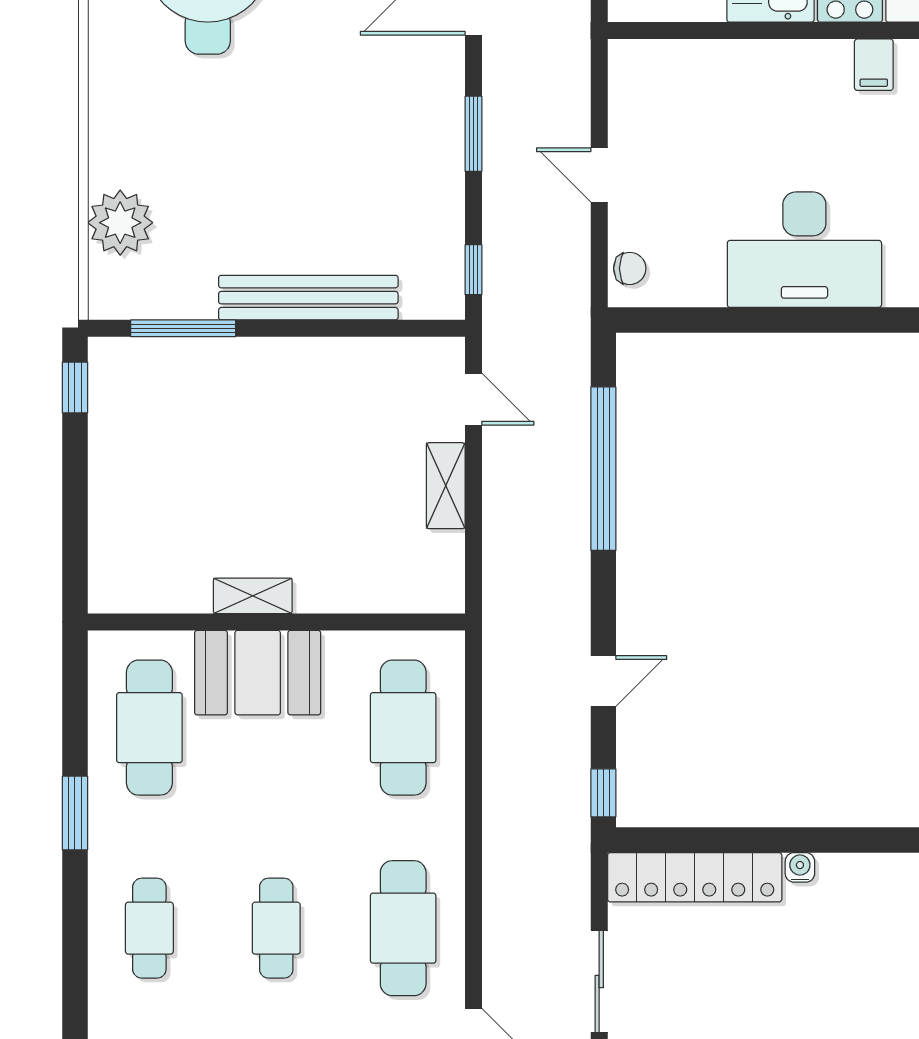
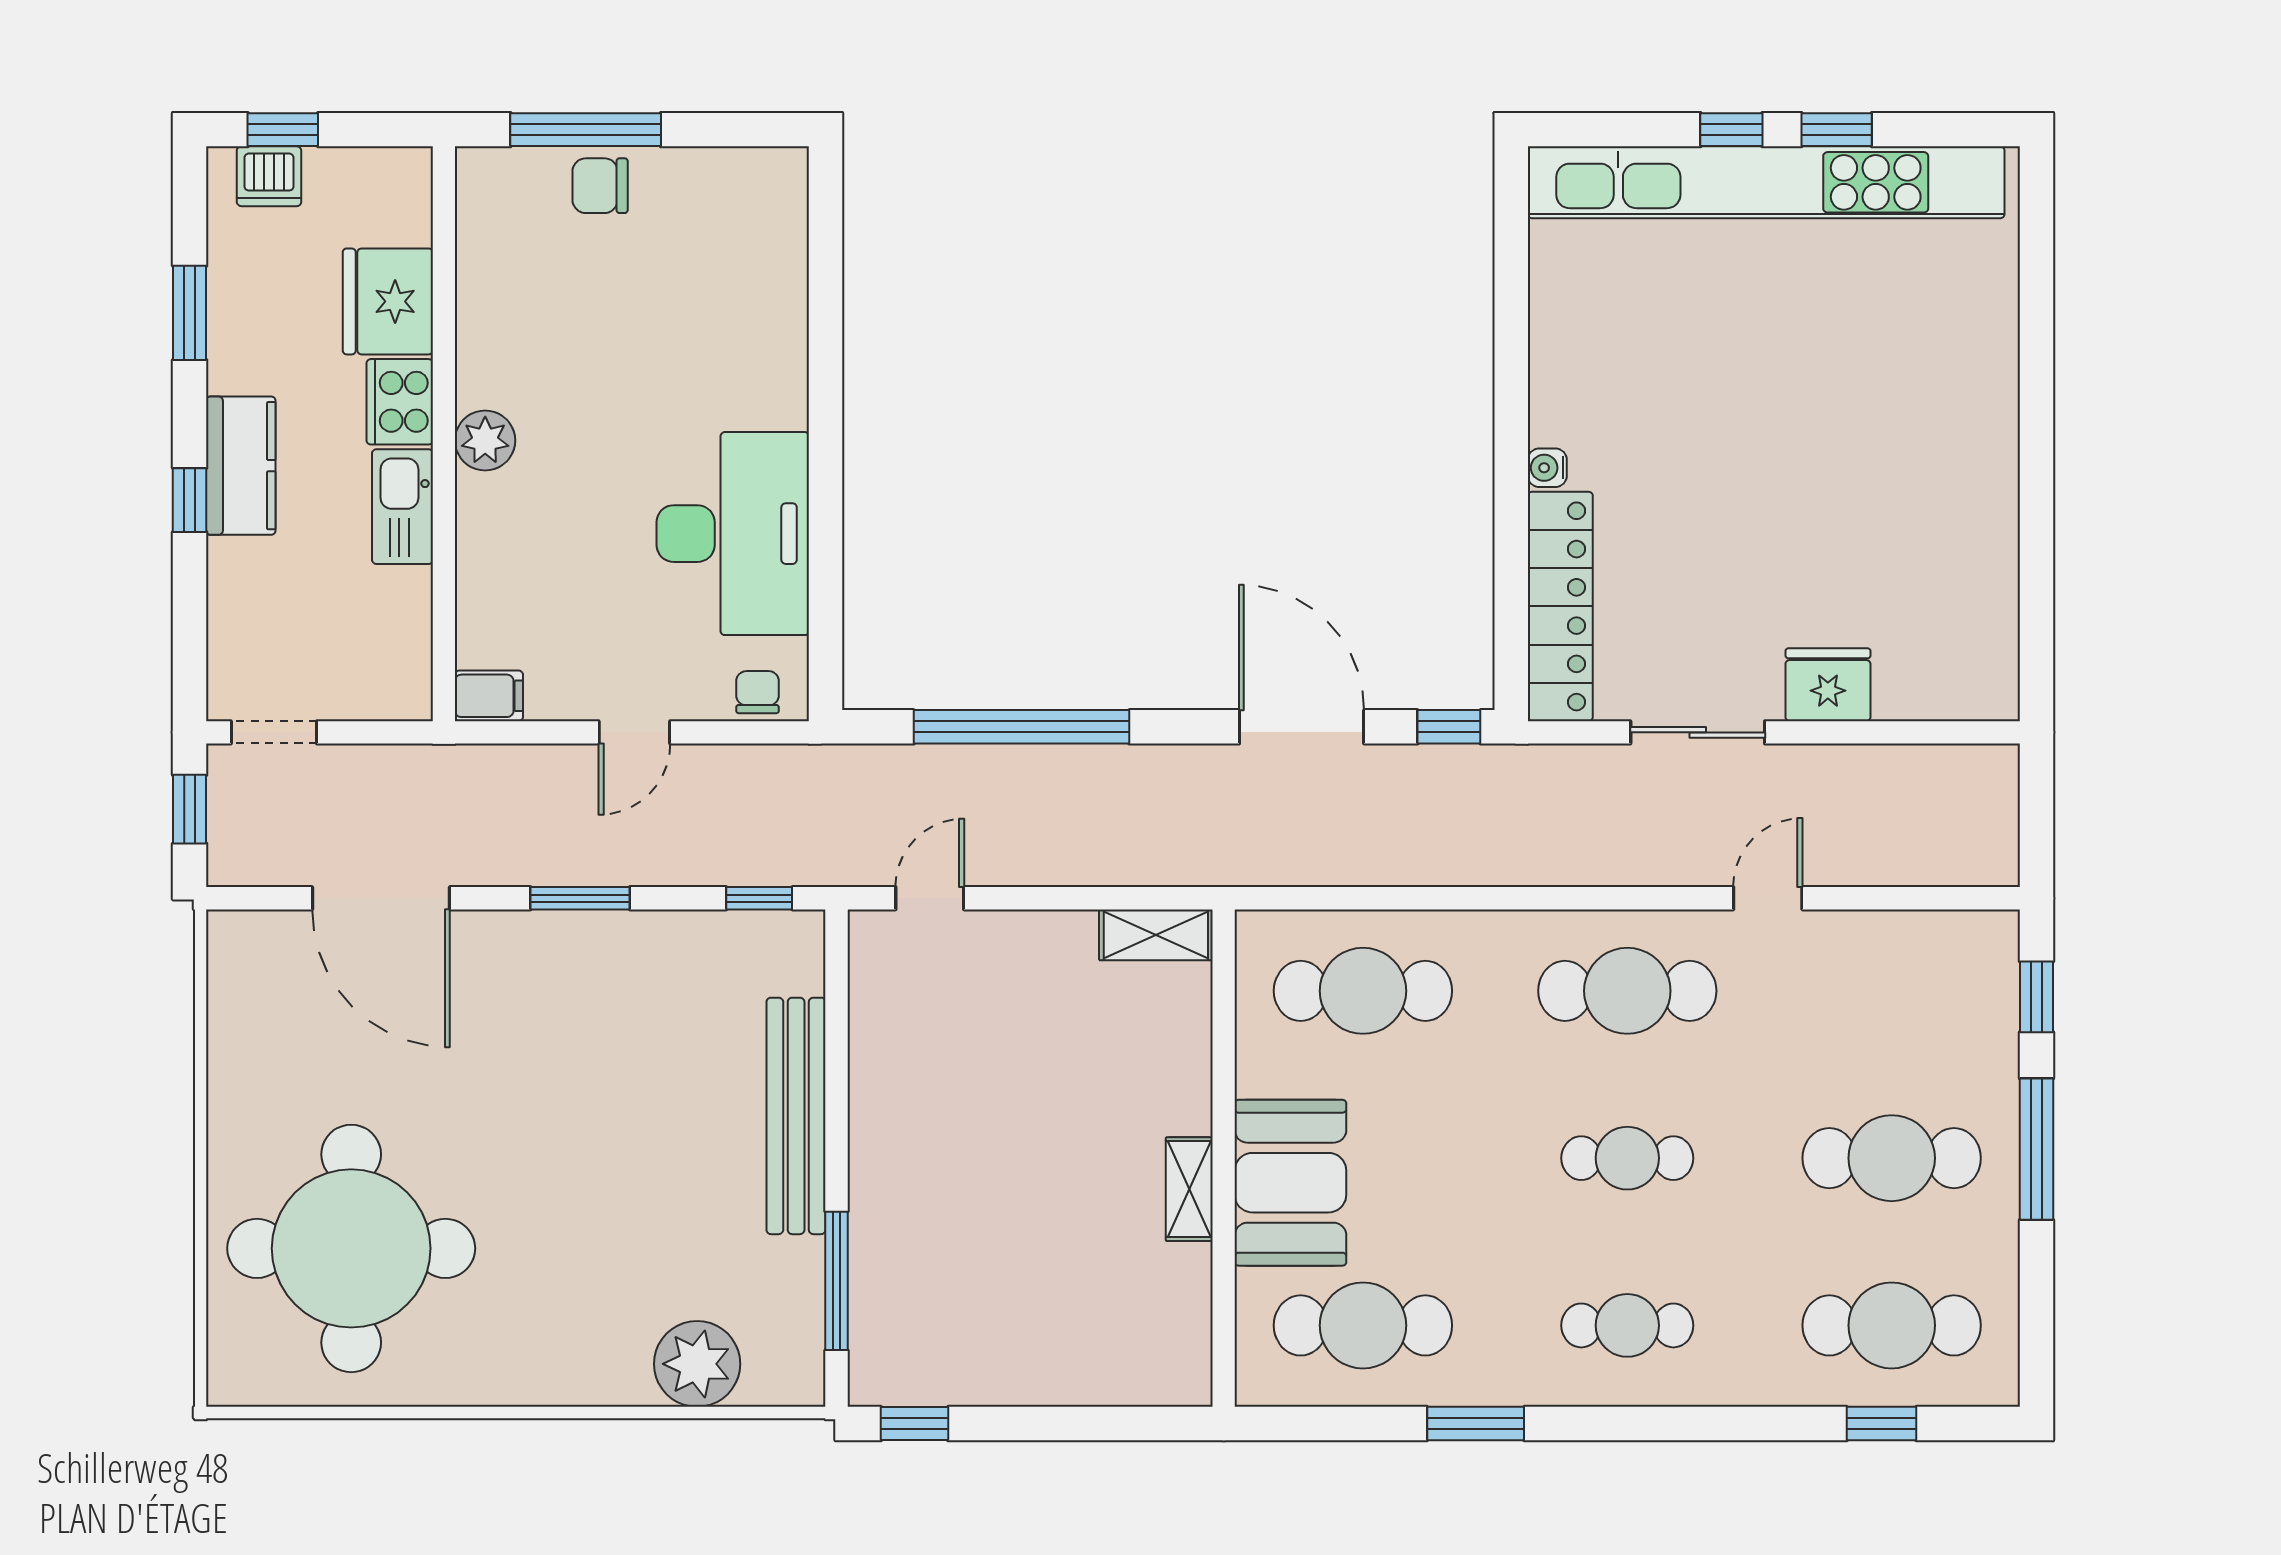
plant: (821, 62) -> (485, 440), added
filing cabinet: (874, 65) -> (489, 696), moved
desk: (804, 250) -> (733, 534), moved
shelving: (446, 486) -> (1156, 935), moved
door: (603, 681) -> (1302, 727), width x1.87

